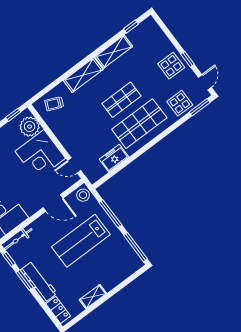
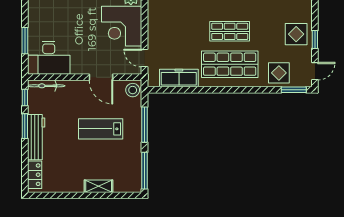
freezer: (114, 158) -> (179, 78), width x1.40
lab bench: (81, 241) -> (101, 129), width x0.73, depth x0.72
shelving: (93, 297) -> (99, 186), moved

